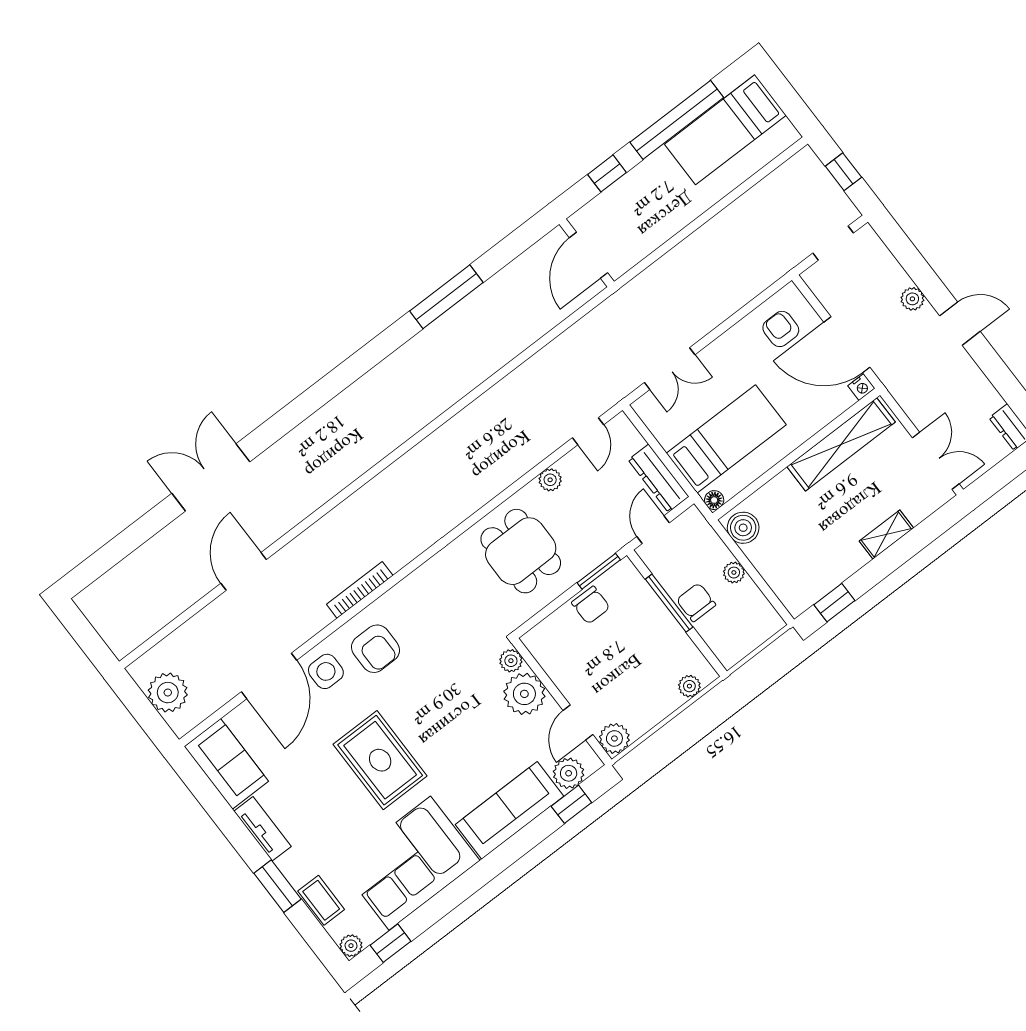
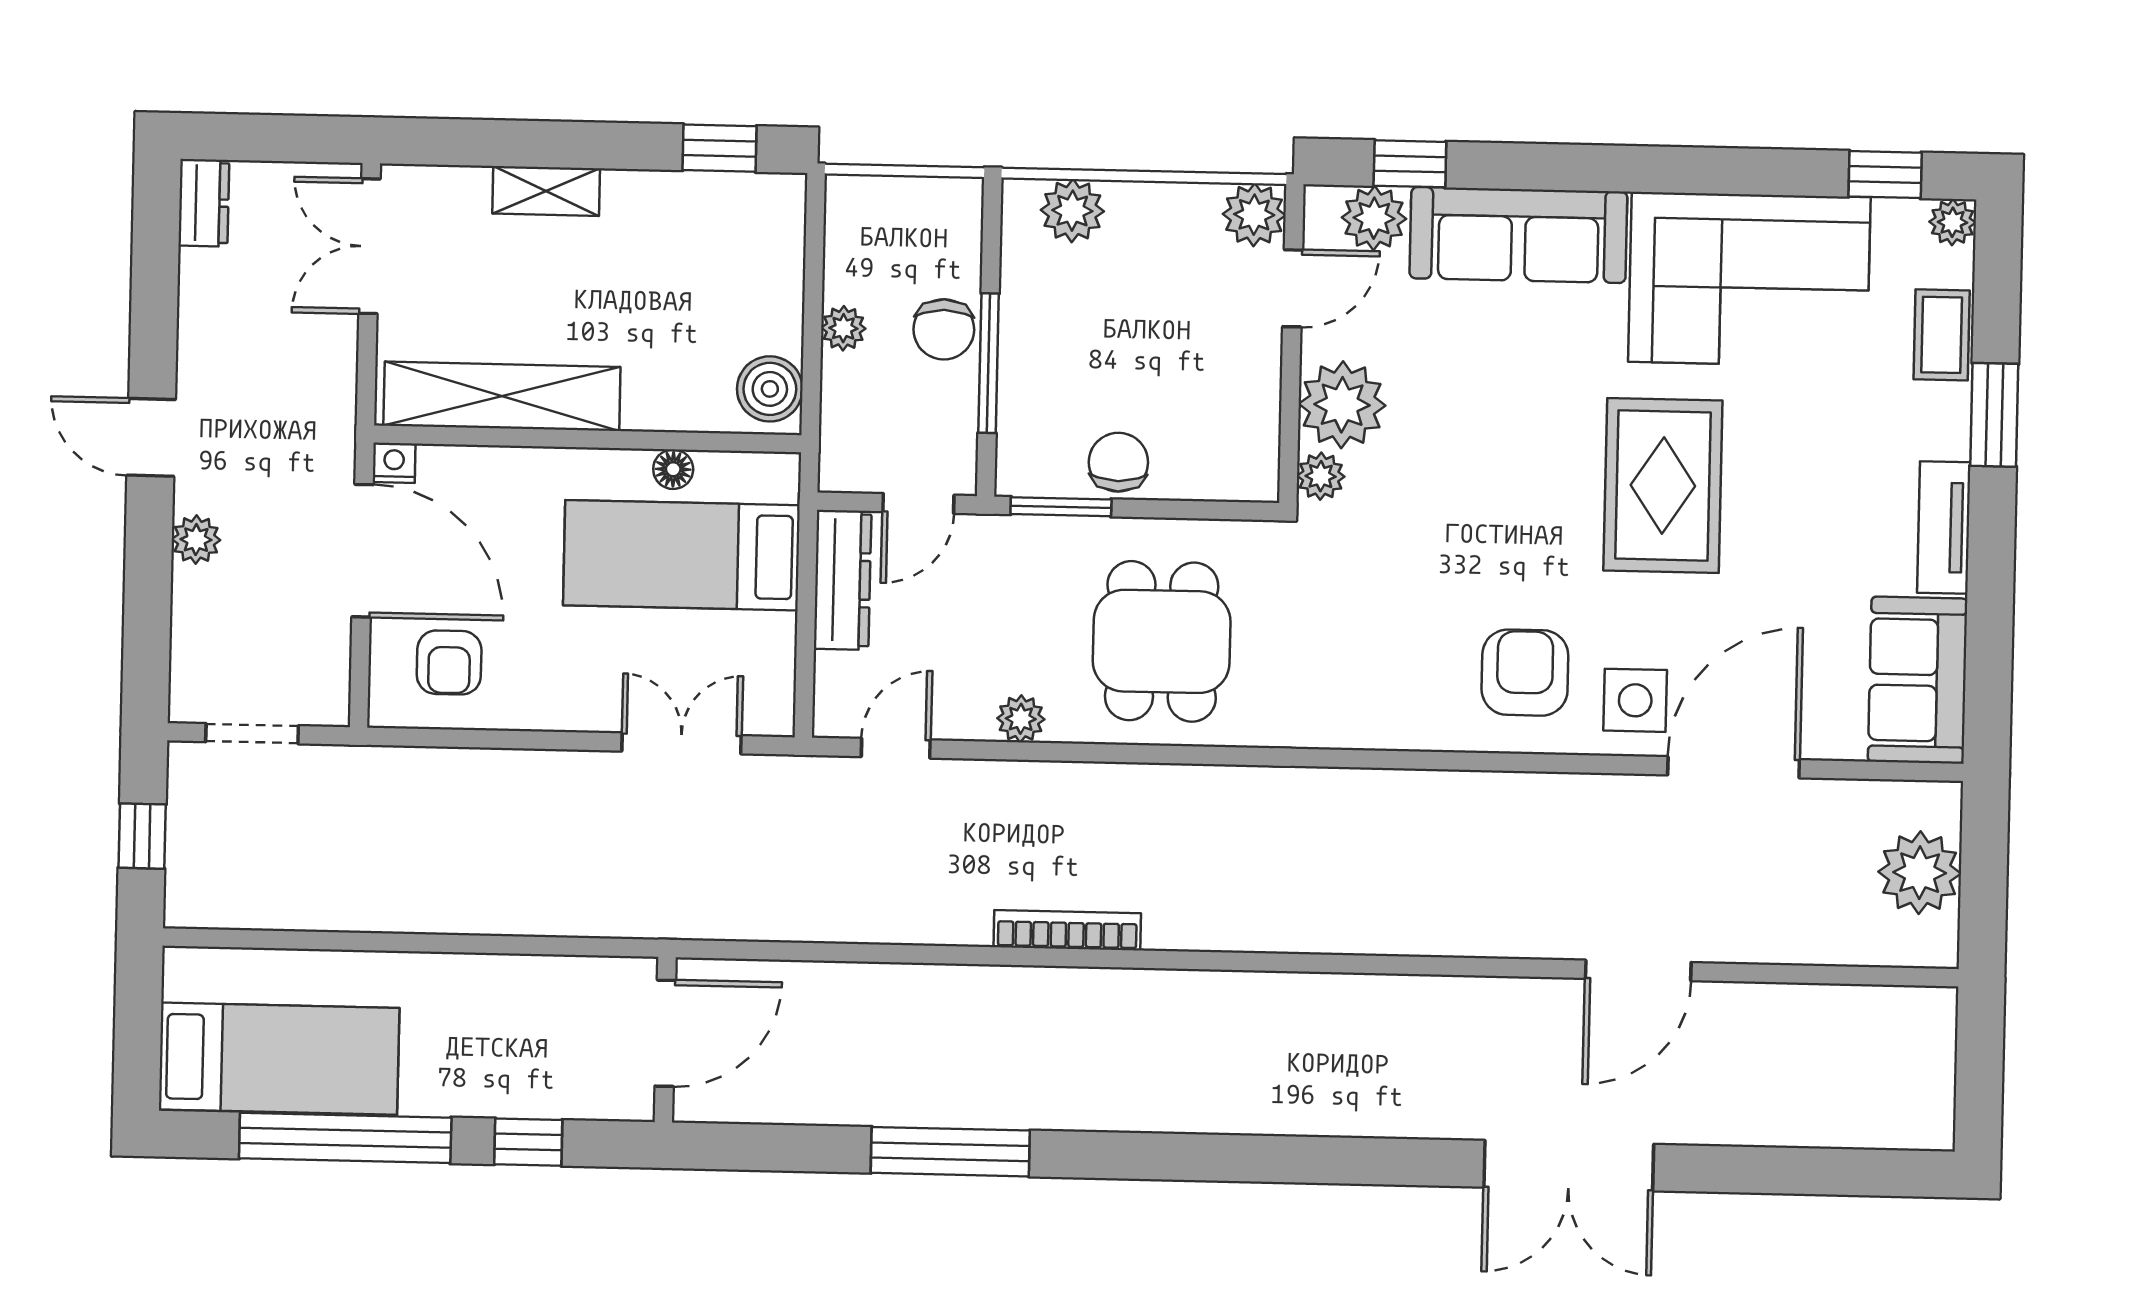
floor lamp: (714, 500) -> (673, 469), moved
bookcase: (360, 590) -> (1067, 930), moved, turned 180
plant: (689, 686) -> (1072, 211), width x1.38, depth x1.38

